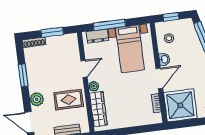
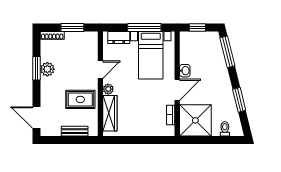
window: (109, 25) -> (144, 28), moved
stool: (169, 38) -> (192, 49), removed
plant: (37, 99) -> (47, 69), moved

